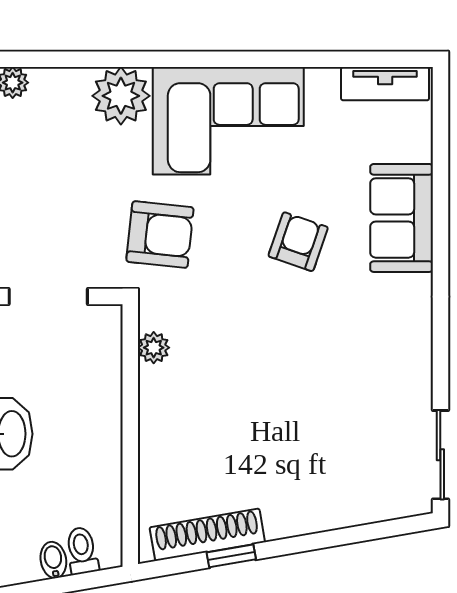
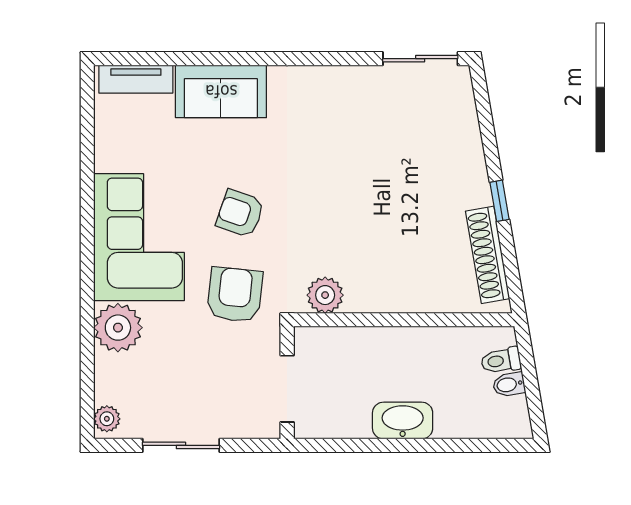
tv unit: (385, 84) -> (136, 79), moved, turned 90
armchair: (298, 242) -> (240, 213), moved
plant: (154, 348) -> (325, 295), width x1.38, depth x1.38
window: (231, 556) -> (499, 201), moved

